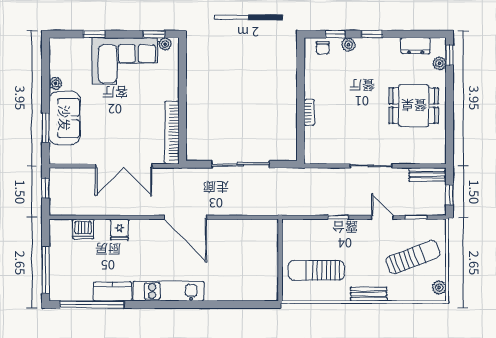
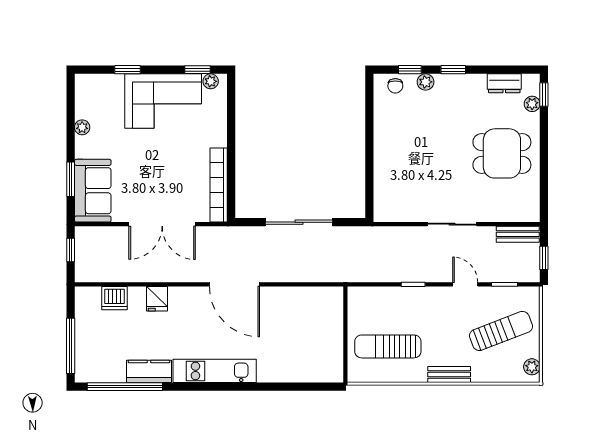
bookcase: (309, 112) -> (380, 161), removed
sofa: (65, 118) -> (93, 191), moved

